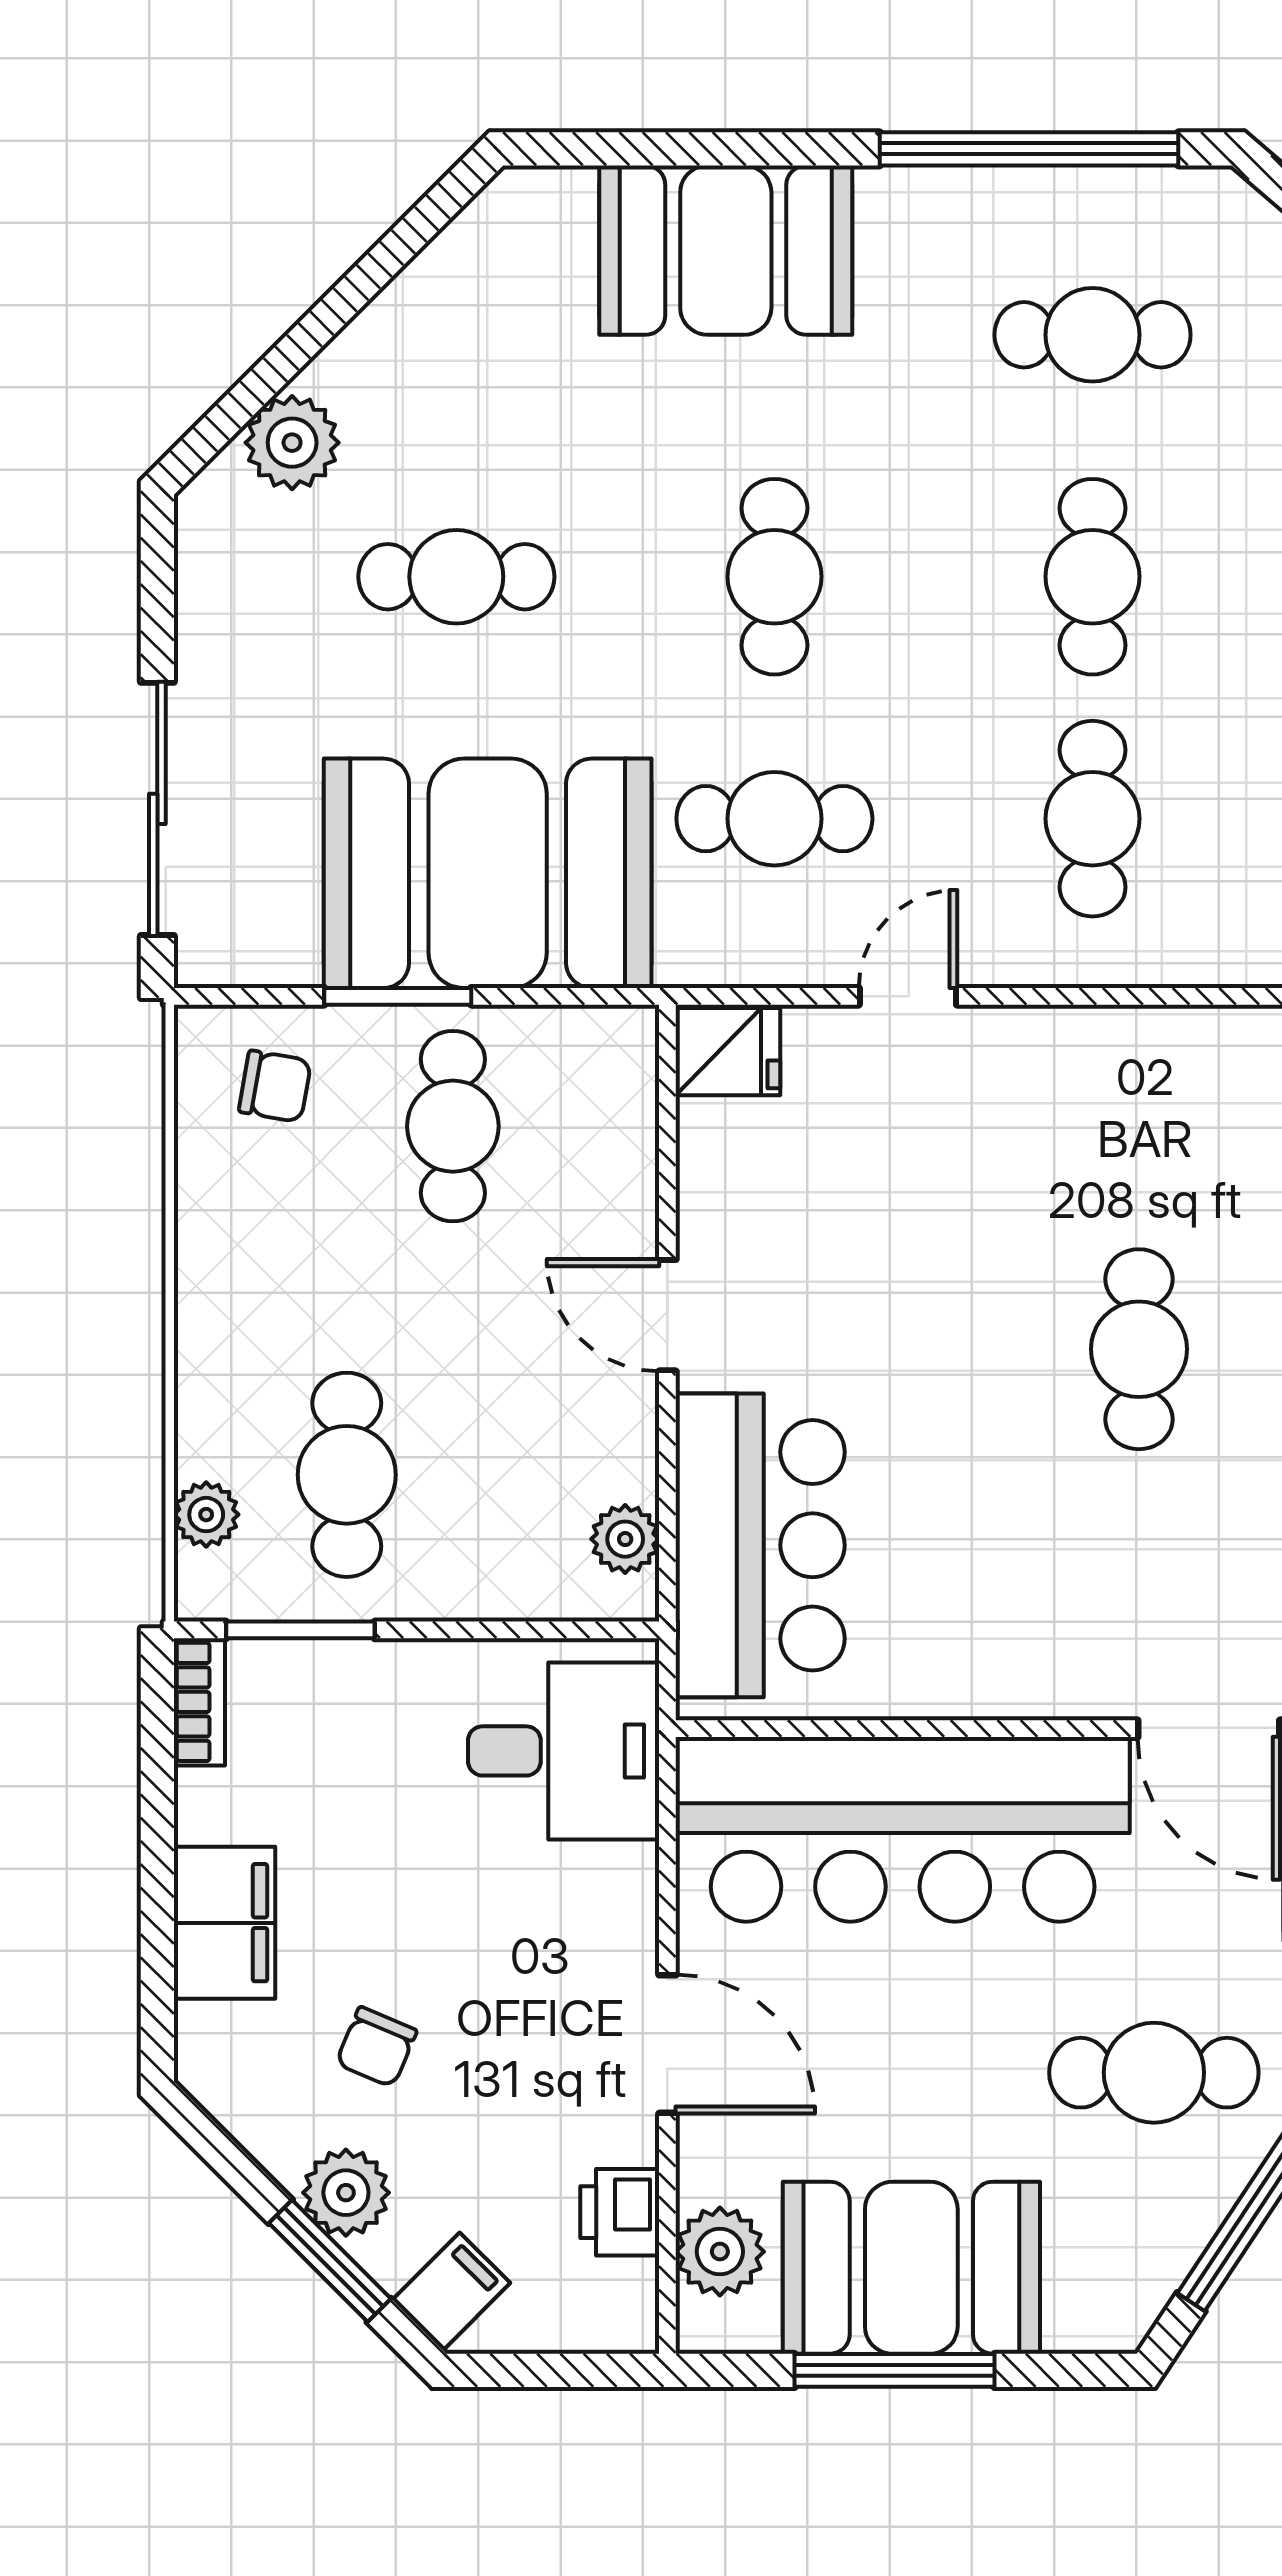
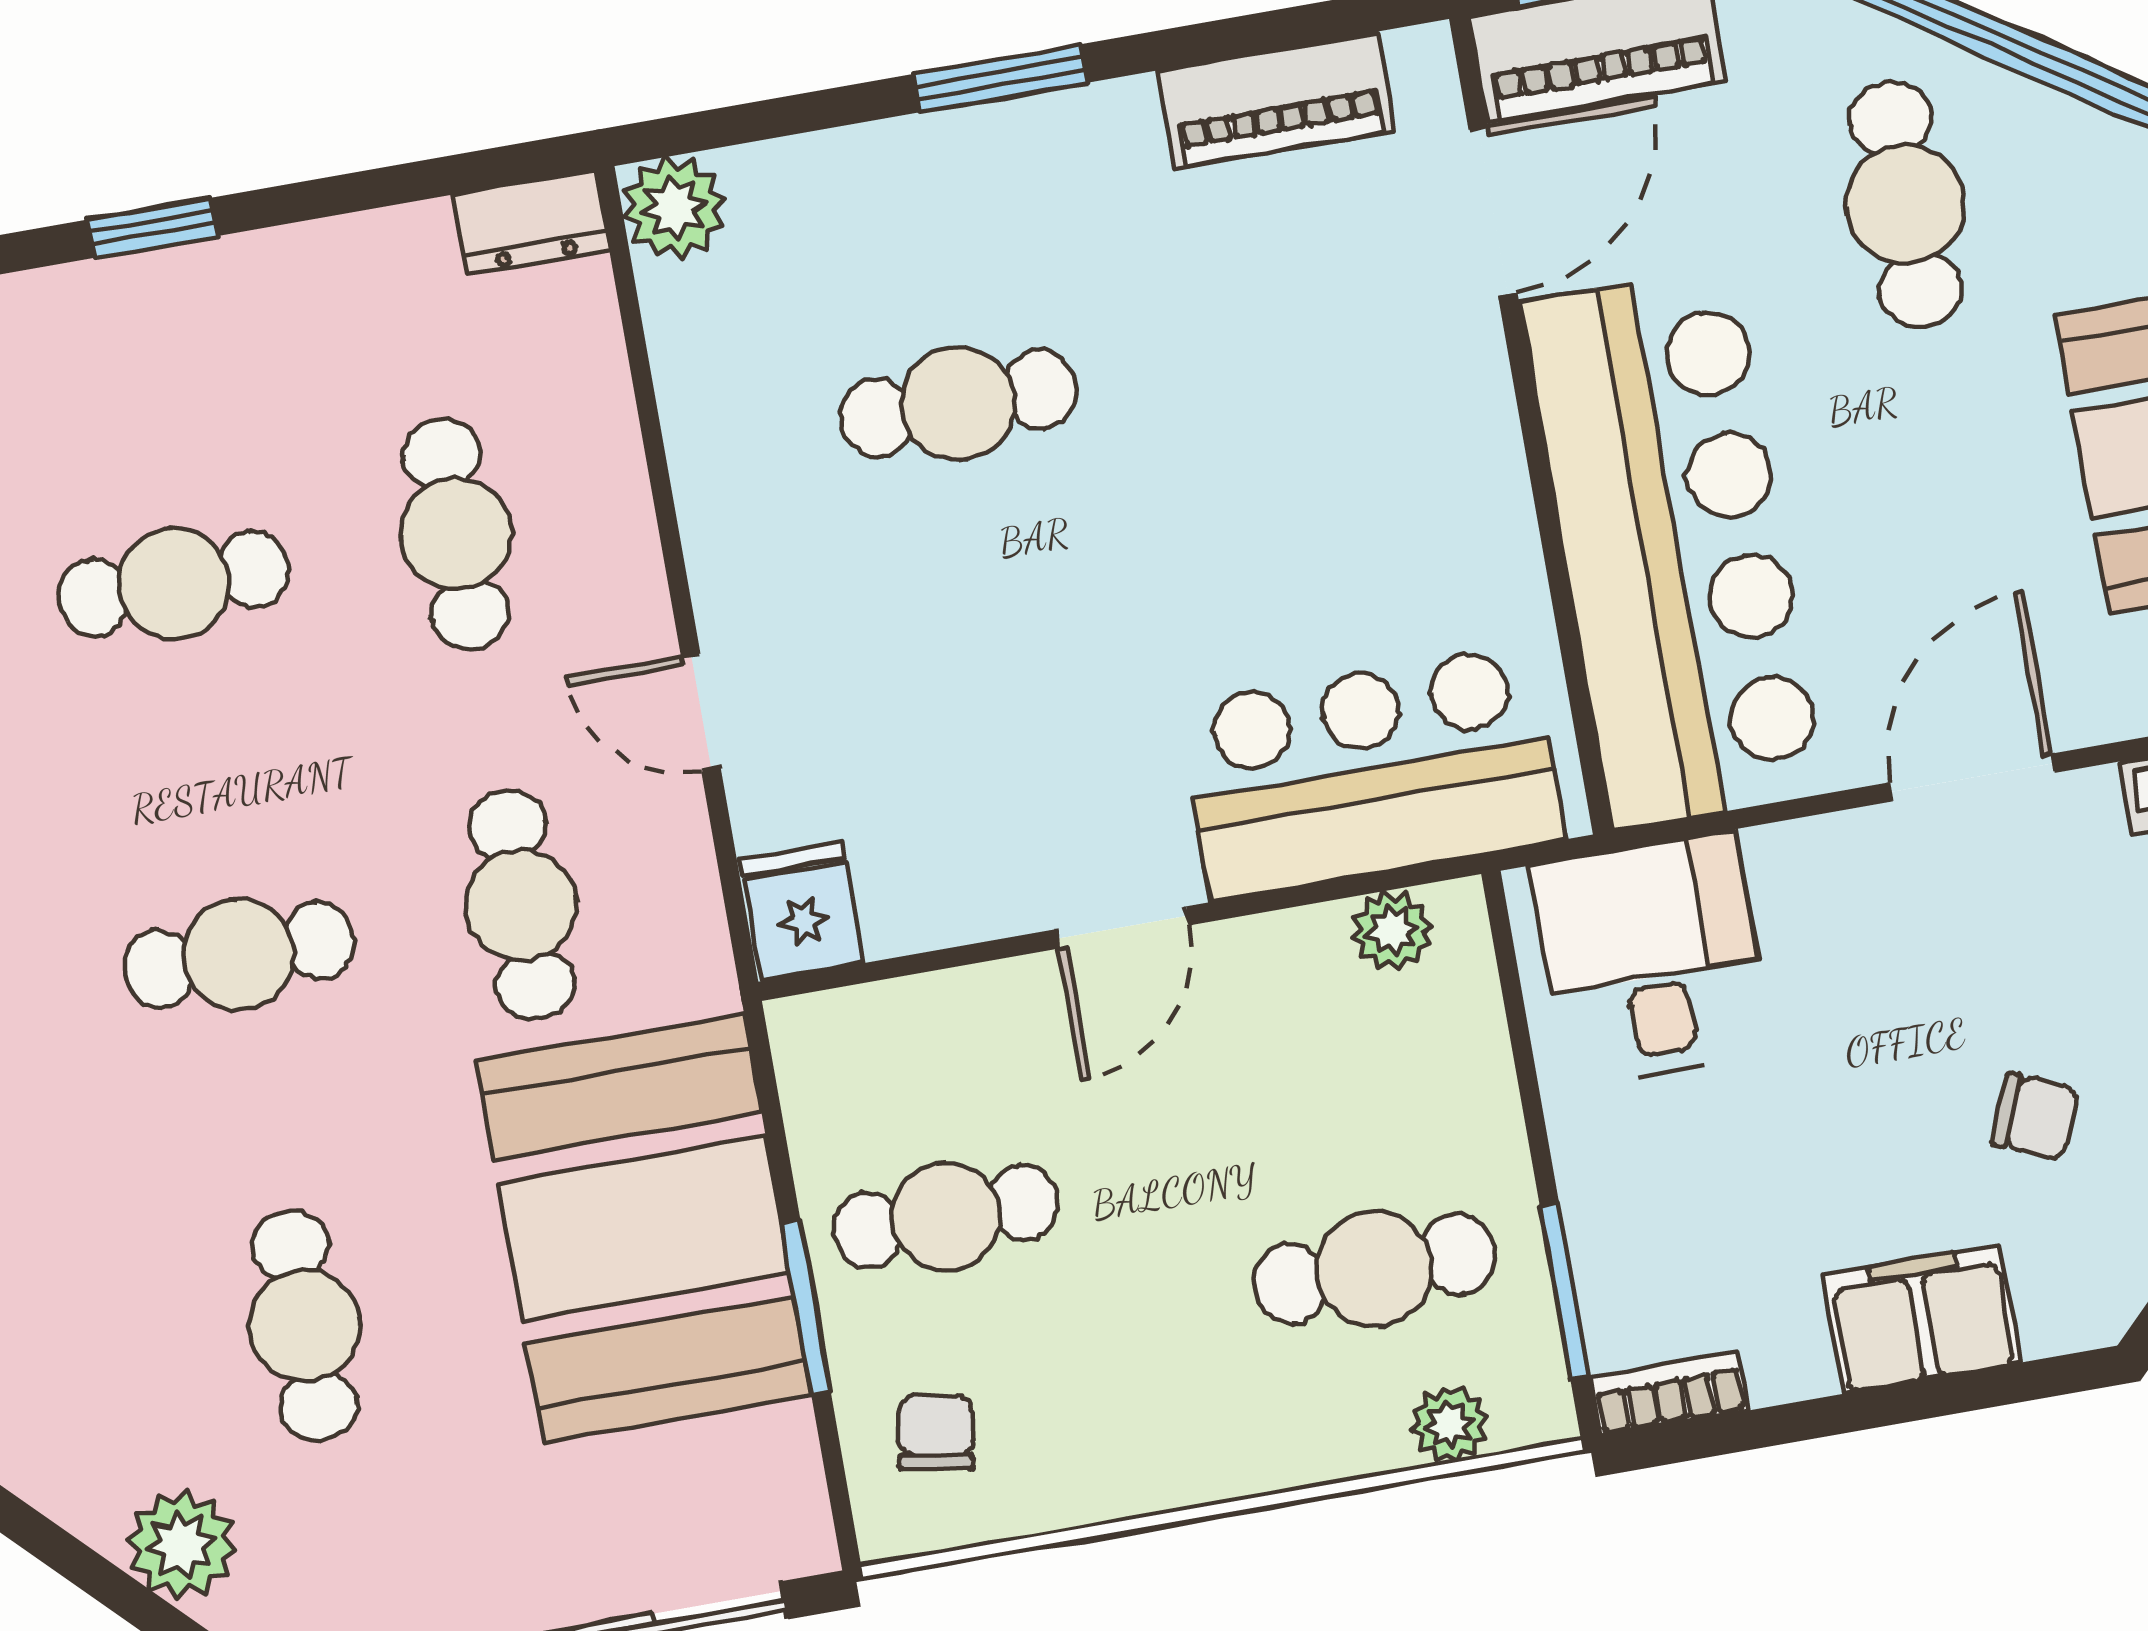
cafe table: (1093, 819) -> (456, 534), turned 90
cafe table: (1139, 1349) -> (958, 403), moved

